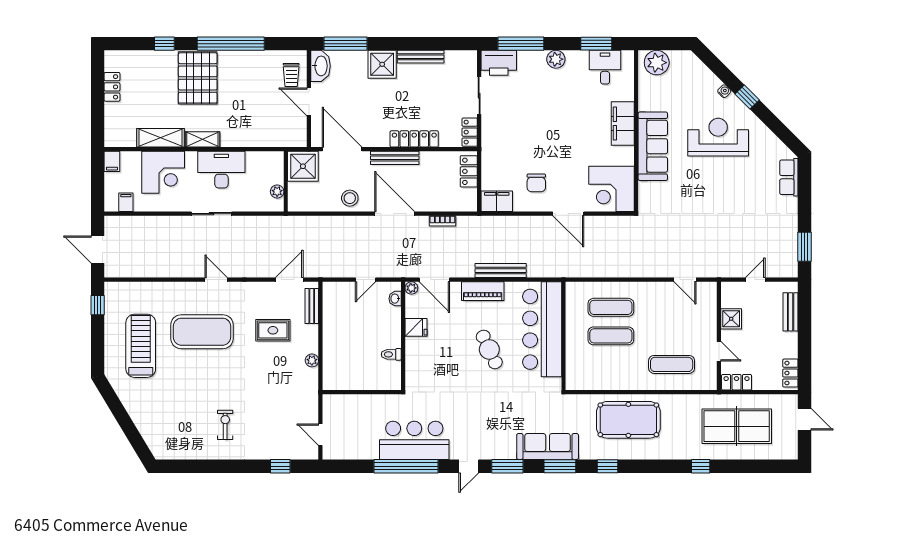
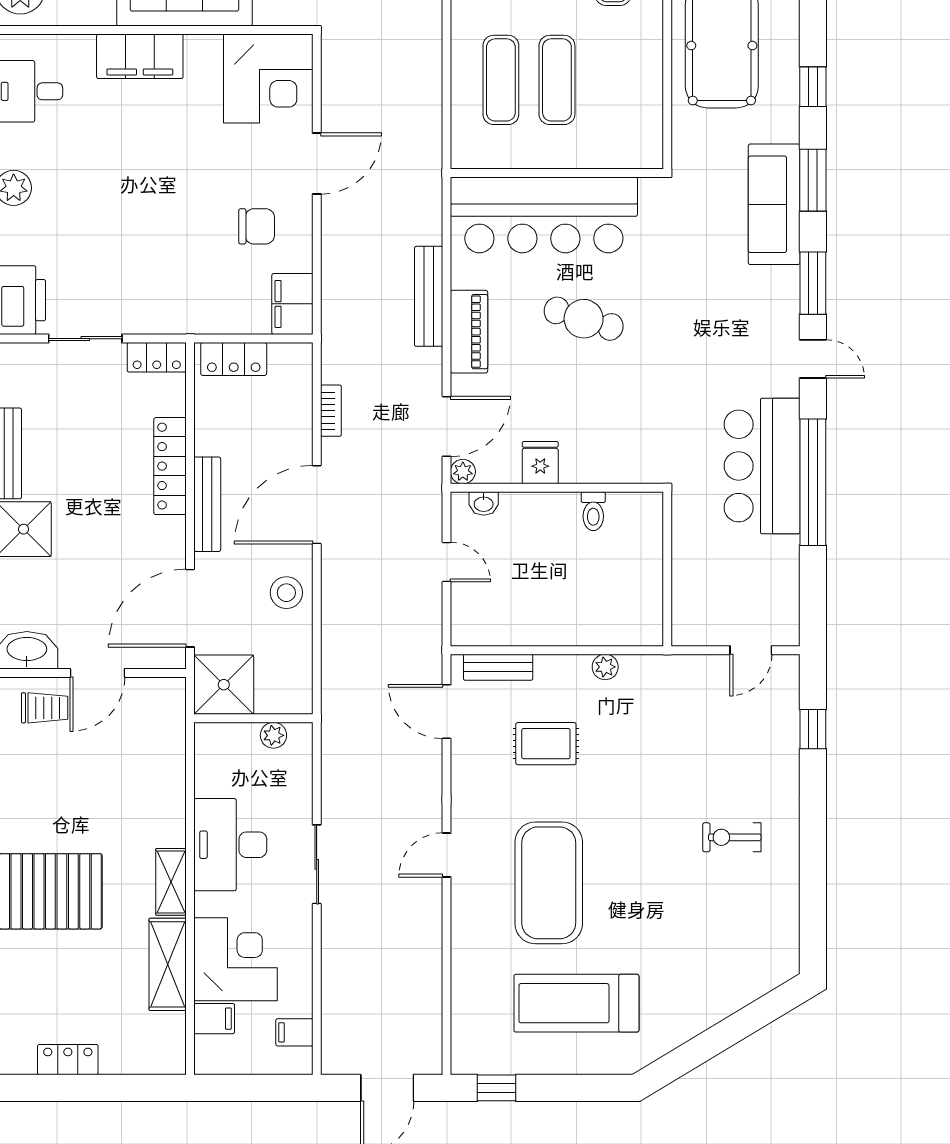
filing cabinet: (112, 161) -> (214, 1019), moved
rug: (273, 330) -> (546, 744), turned 90
cafe table: (489, 349) -> (584, 319), turned 42

